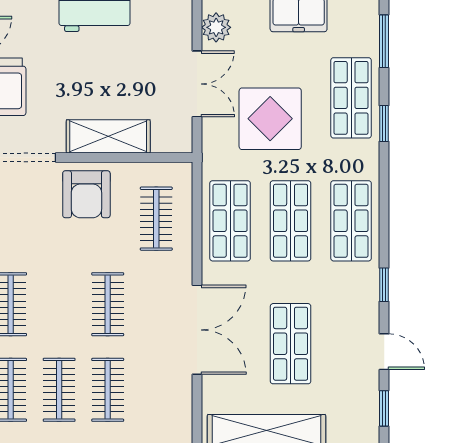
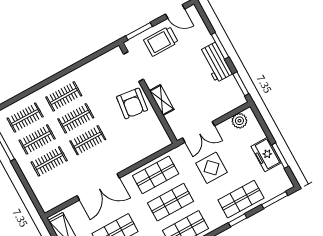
double door: (197, 84) -> (199, 132), moved
display table: (270, 119) -> (212, 168), width x0.73, depth x0.73
shelving: (108, 136) -> (162, 100), width x0.67, depth x0.75
armchair: (86, 194) -> (132, 103), turned -83
clothes rail: (156, 219) -> (76, 118), moved

